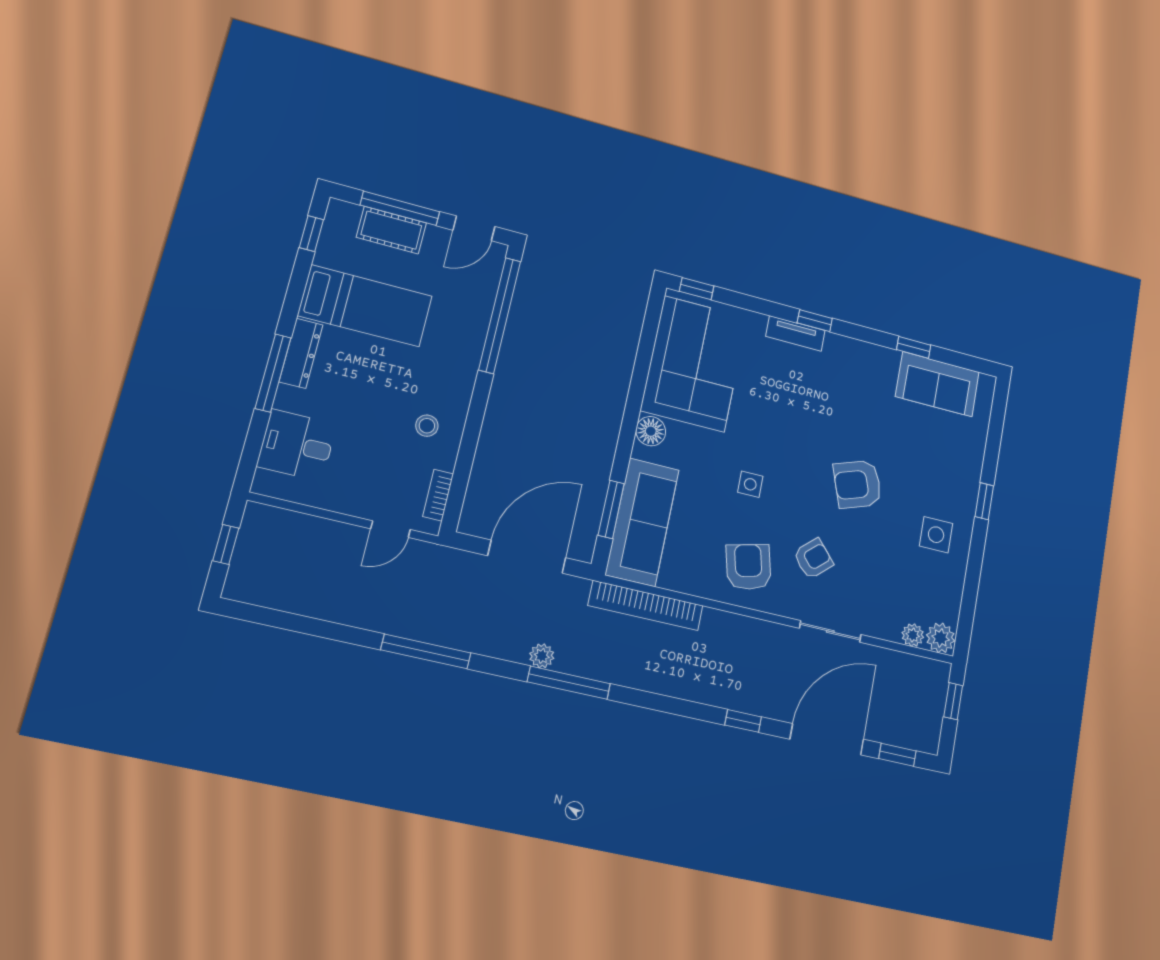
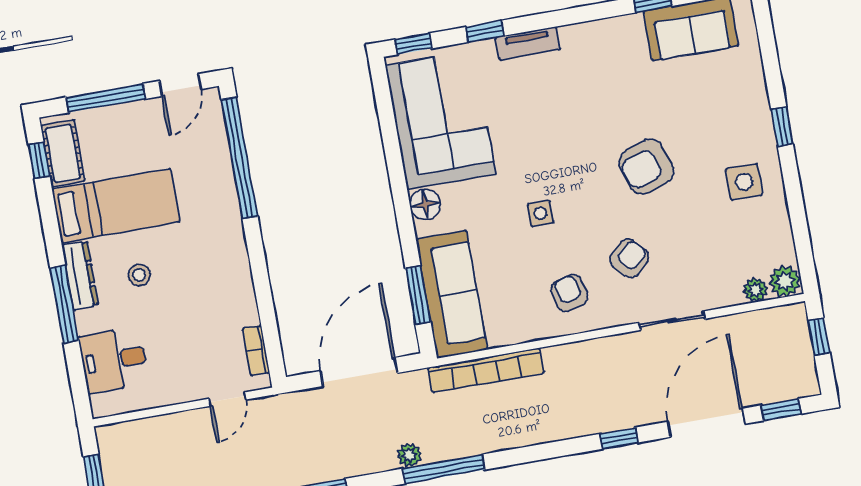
cot: (391, 230) -> (63, 153), moved, turned 90
window: (815, 321) -> (485, 31), moved
stool: (427, 426) -> (139, 275), moved
armchair: (749, 567) -> (569, 293), width x0.72, depth x0.72

